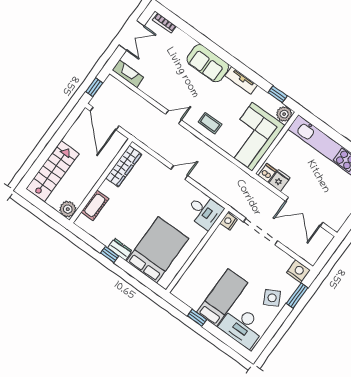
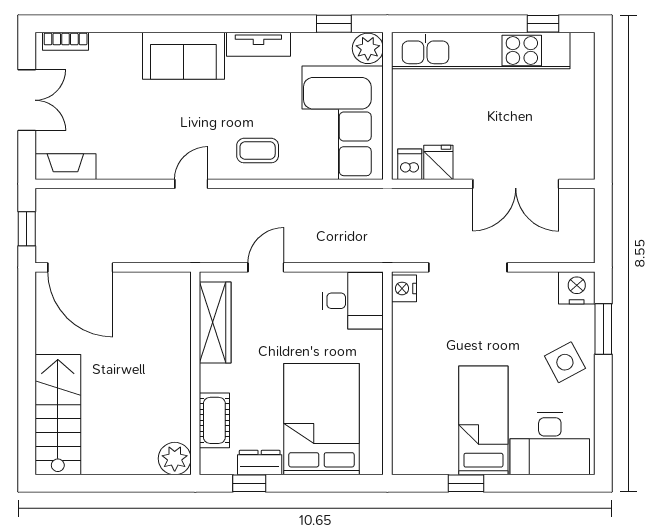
wardrobe: (124, 166) -> (215, 323), moved
wall: (101, 181) -> (195, 373), moved
cot: (95, 205) -> (214, 420), moved
plant: (68, 209) -> (175, 459), moved

